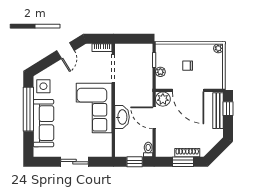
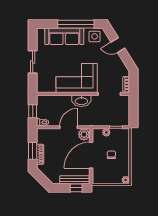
door: (65, 51) -> (118, 45), moved
washbasin: (122, 117) -> (81, 101), moved

